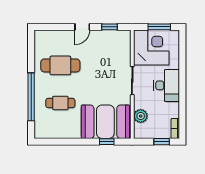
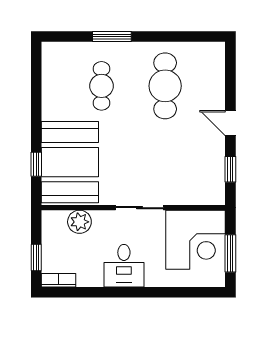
desk: (167, 85) -> (124, 266), width x0.73
window: (31, 97) -> (112, 37), width x0.47

